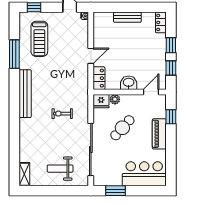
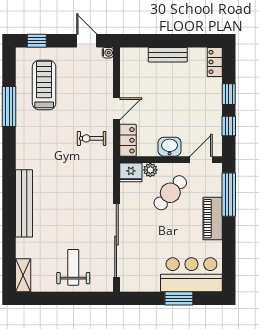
treadmill: (39, 39) -> (44, 85), turned 180
bench: (25, 94) -> (24, 203), moved
exercise bike: (62, 114) -> (92, 138), moved
window: (171, 117) -> (229, 195), width x2.17
cafe table: (122, 128) -> (170, 193), moved
weight bench: (60, 169) -> (73, 267), turned 90
window: (116, 191) -> (179, 298), moved

